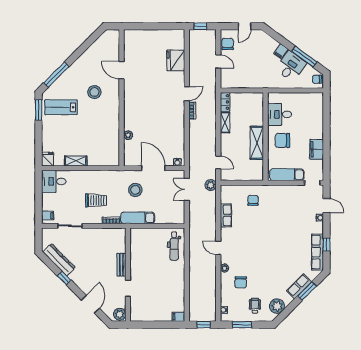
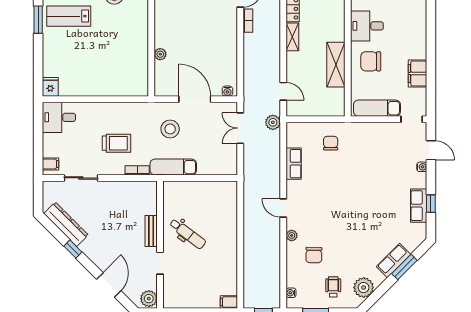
shelving: (76, 161) -> (89, 89), removed
dental chair: (174, 246) -> (188, 234), moved, turned -53
row of seats: (317, 252) -> (419, 206), width x0.68

